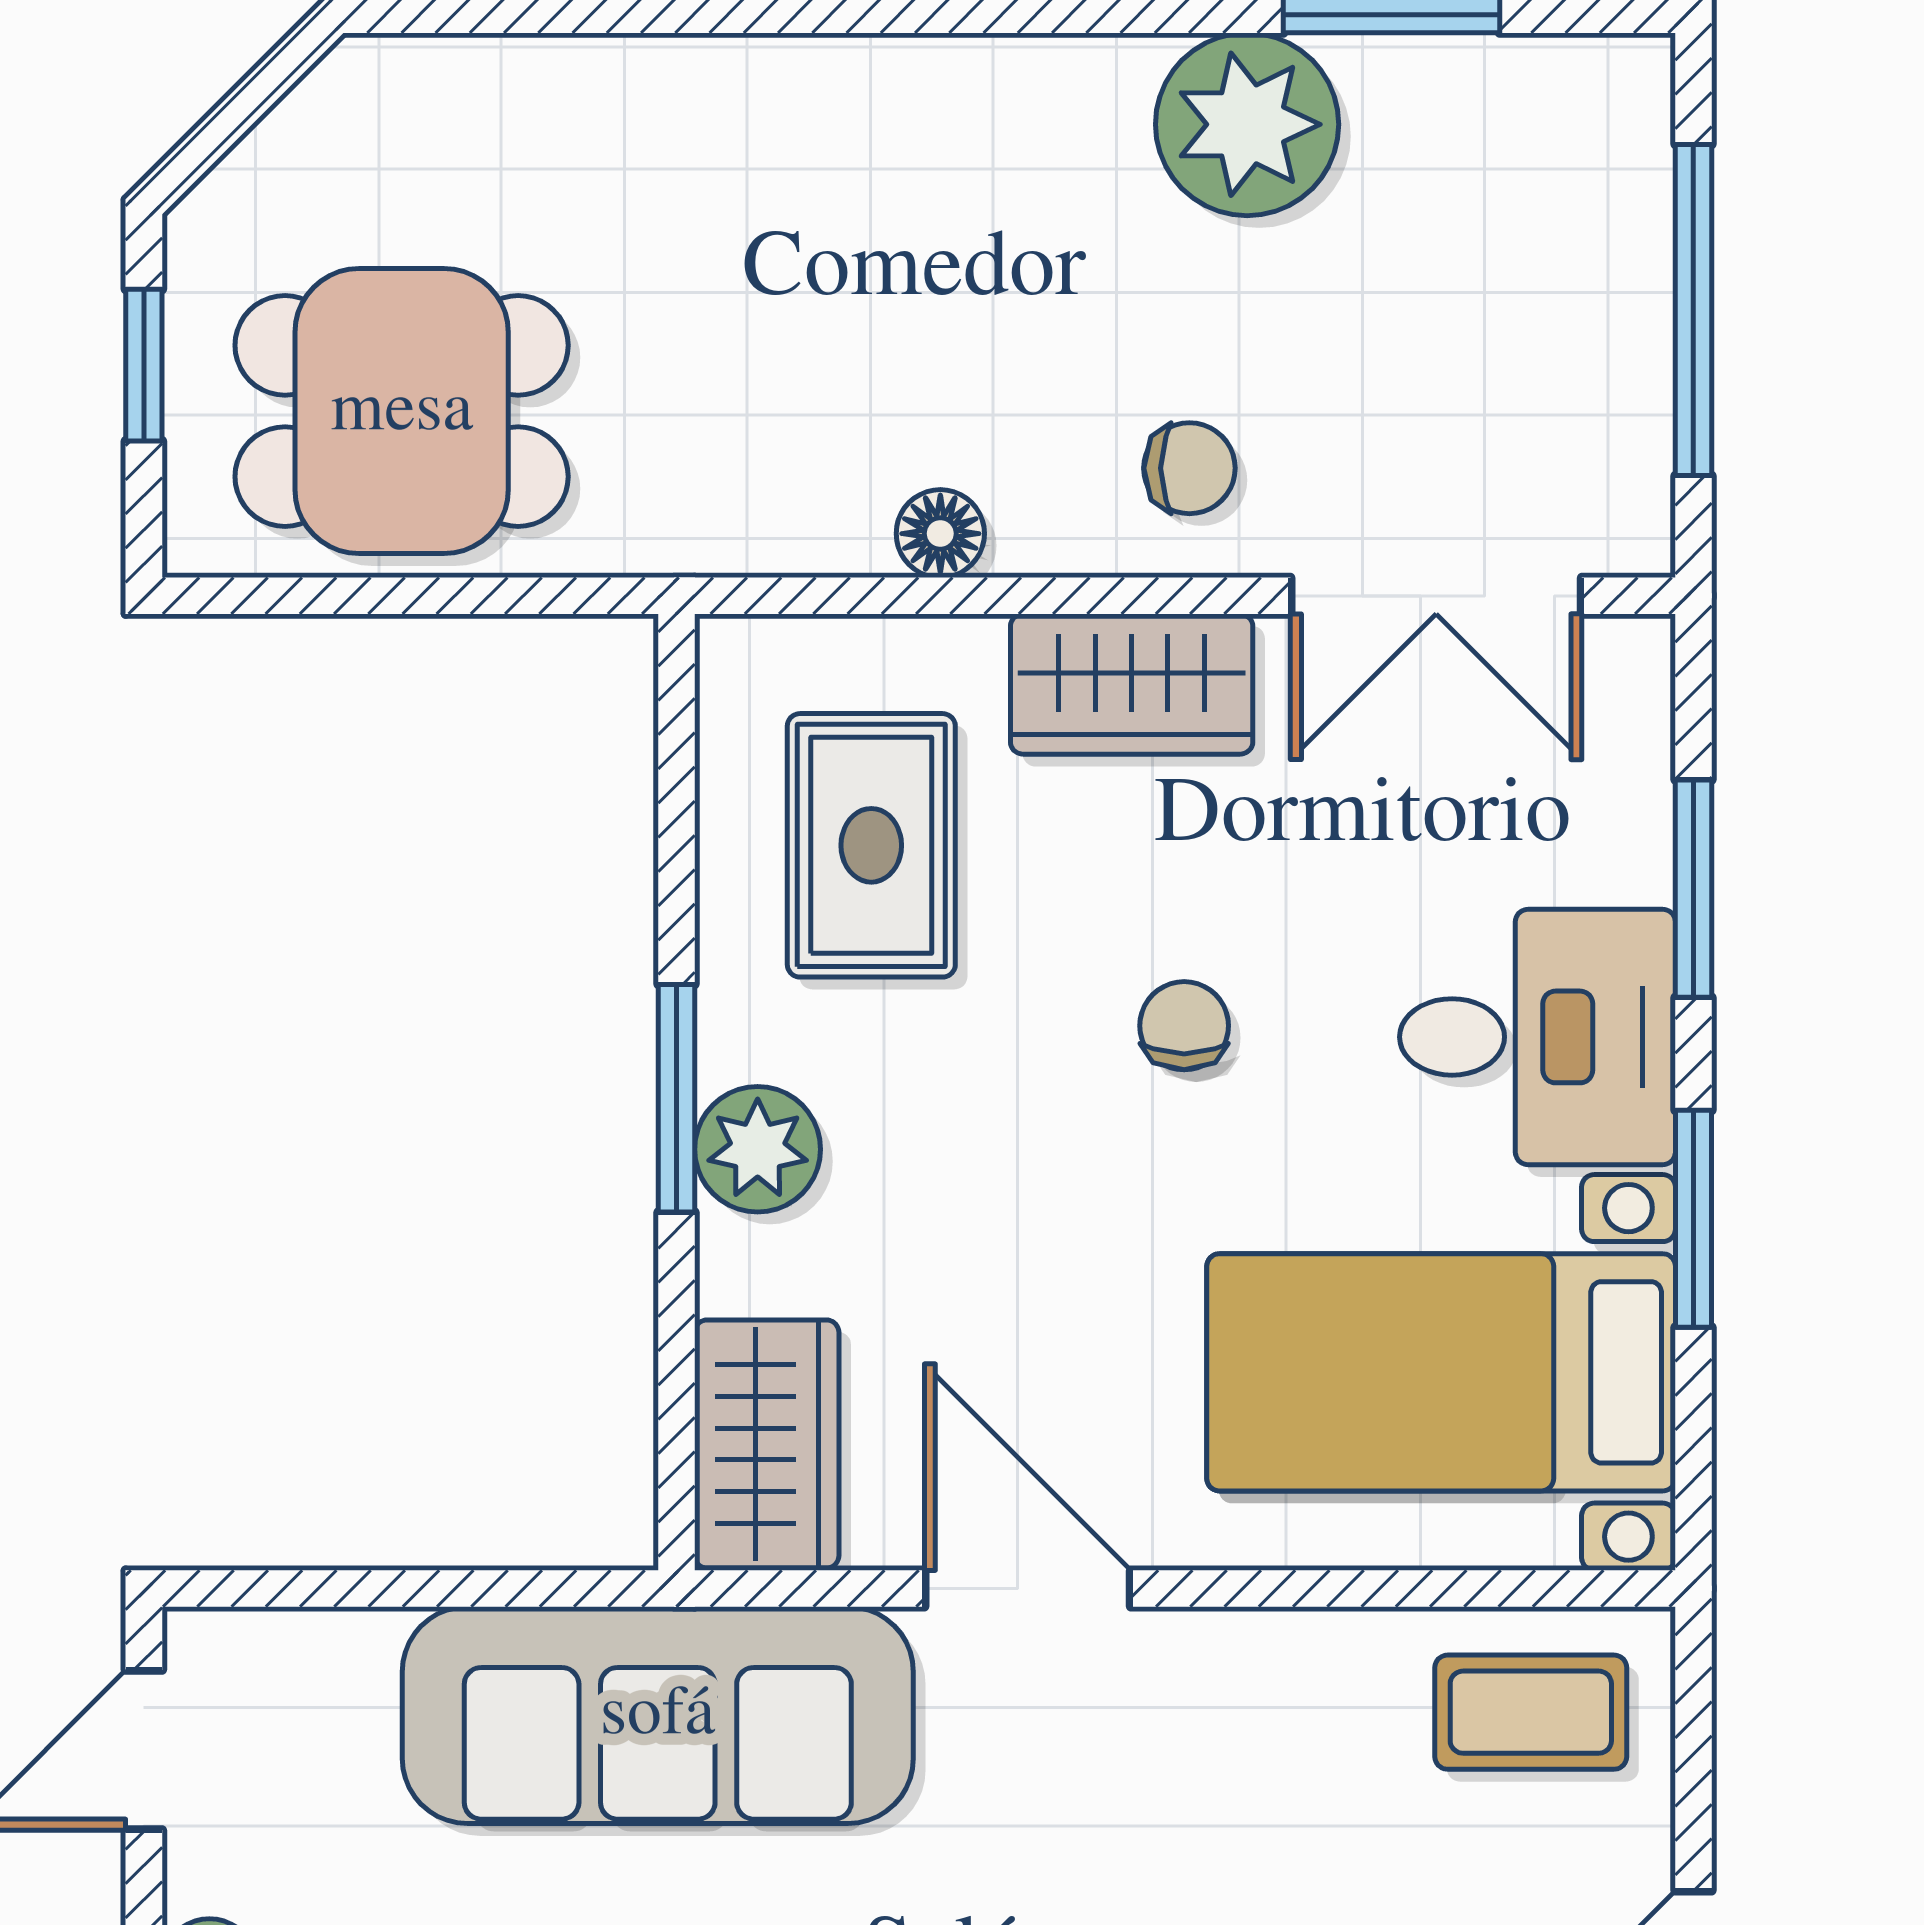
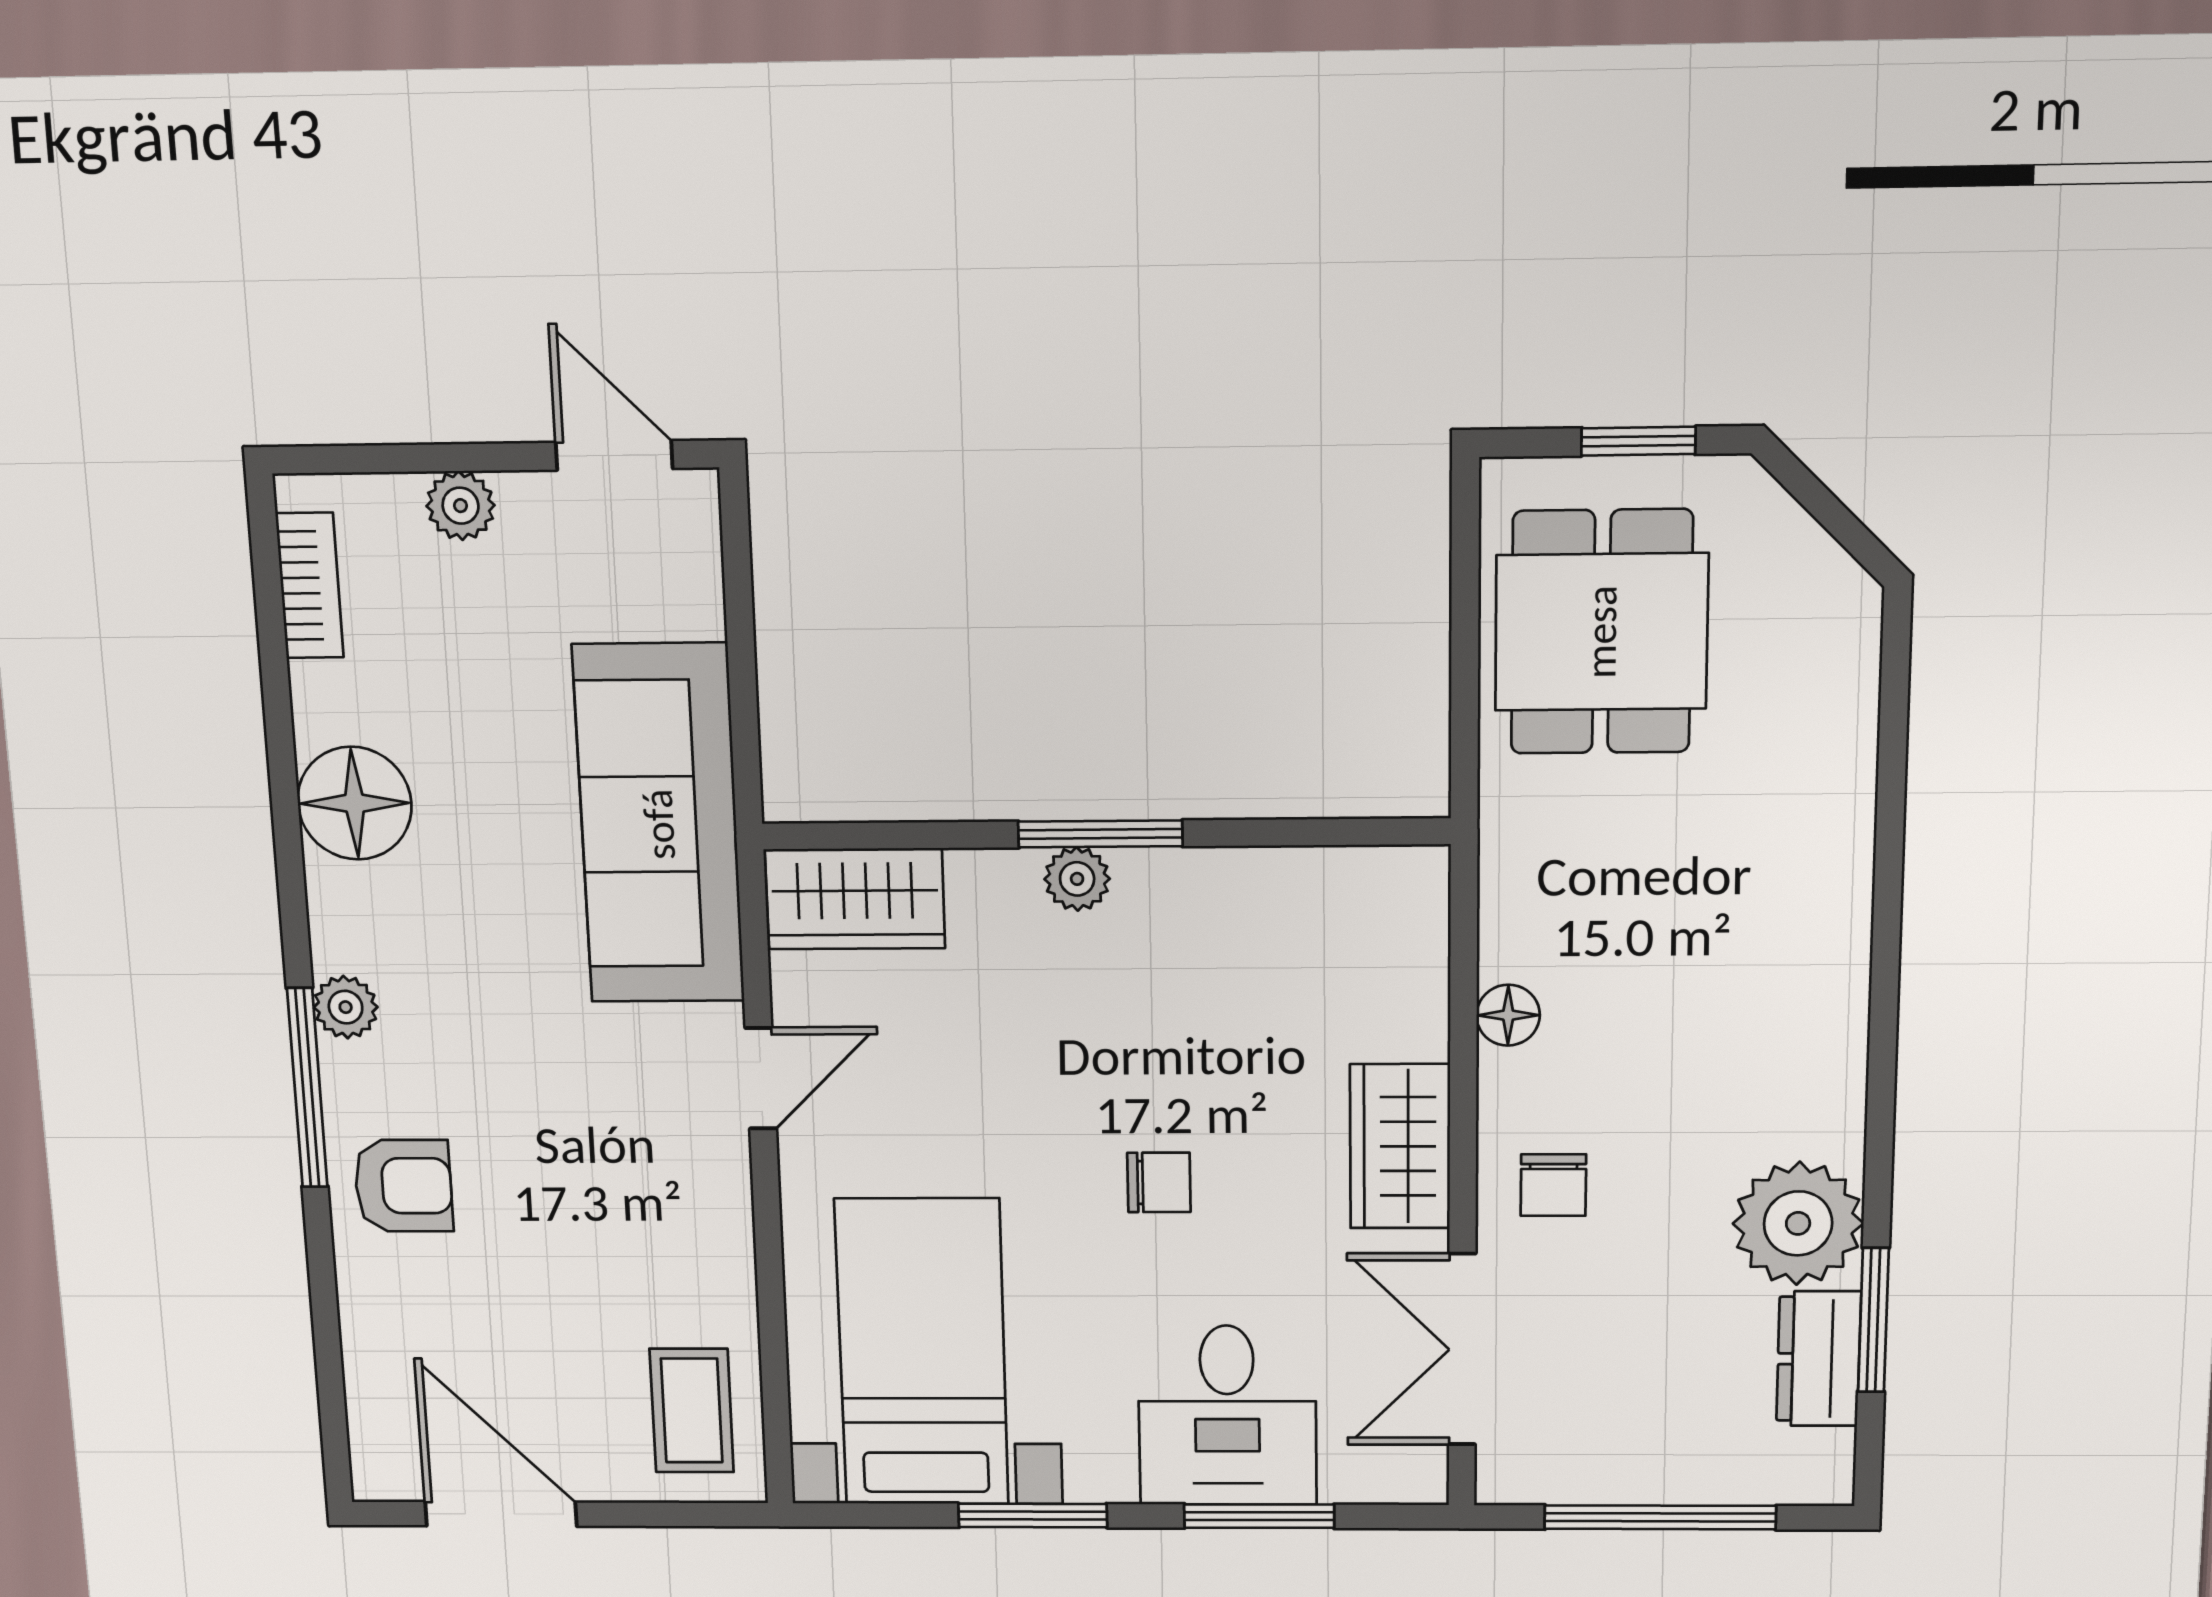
dresser: (1450, 90) -> (1819, 1359), added
rug: (871, 845) -> (1284, 969), removed
desk: (1537, 1037) -> (1227, 1416), moved
plant: (758, 1149) -> (1077, 879), width x0.73, depth x0.73
door: (1028, 1588) -> (761, 1078), width x0.73

